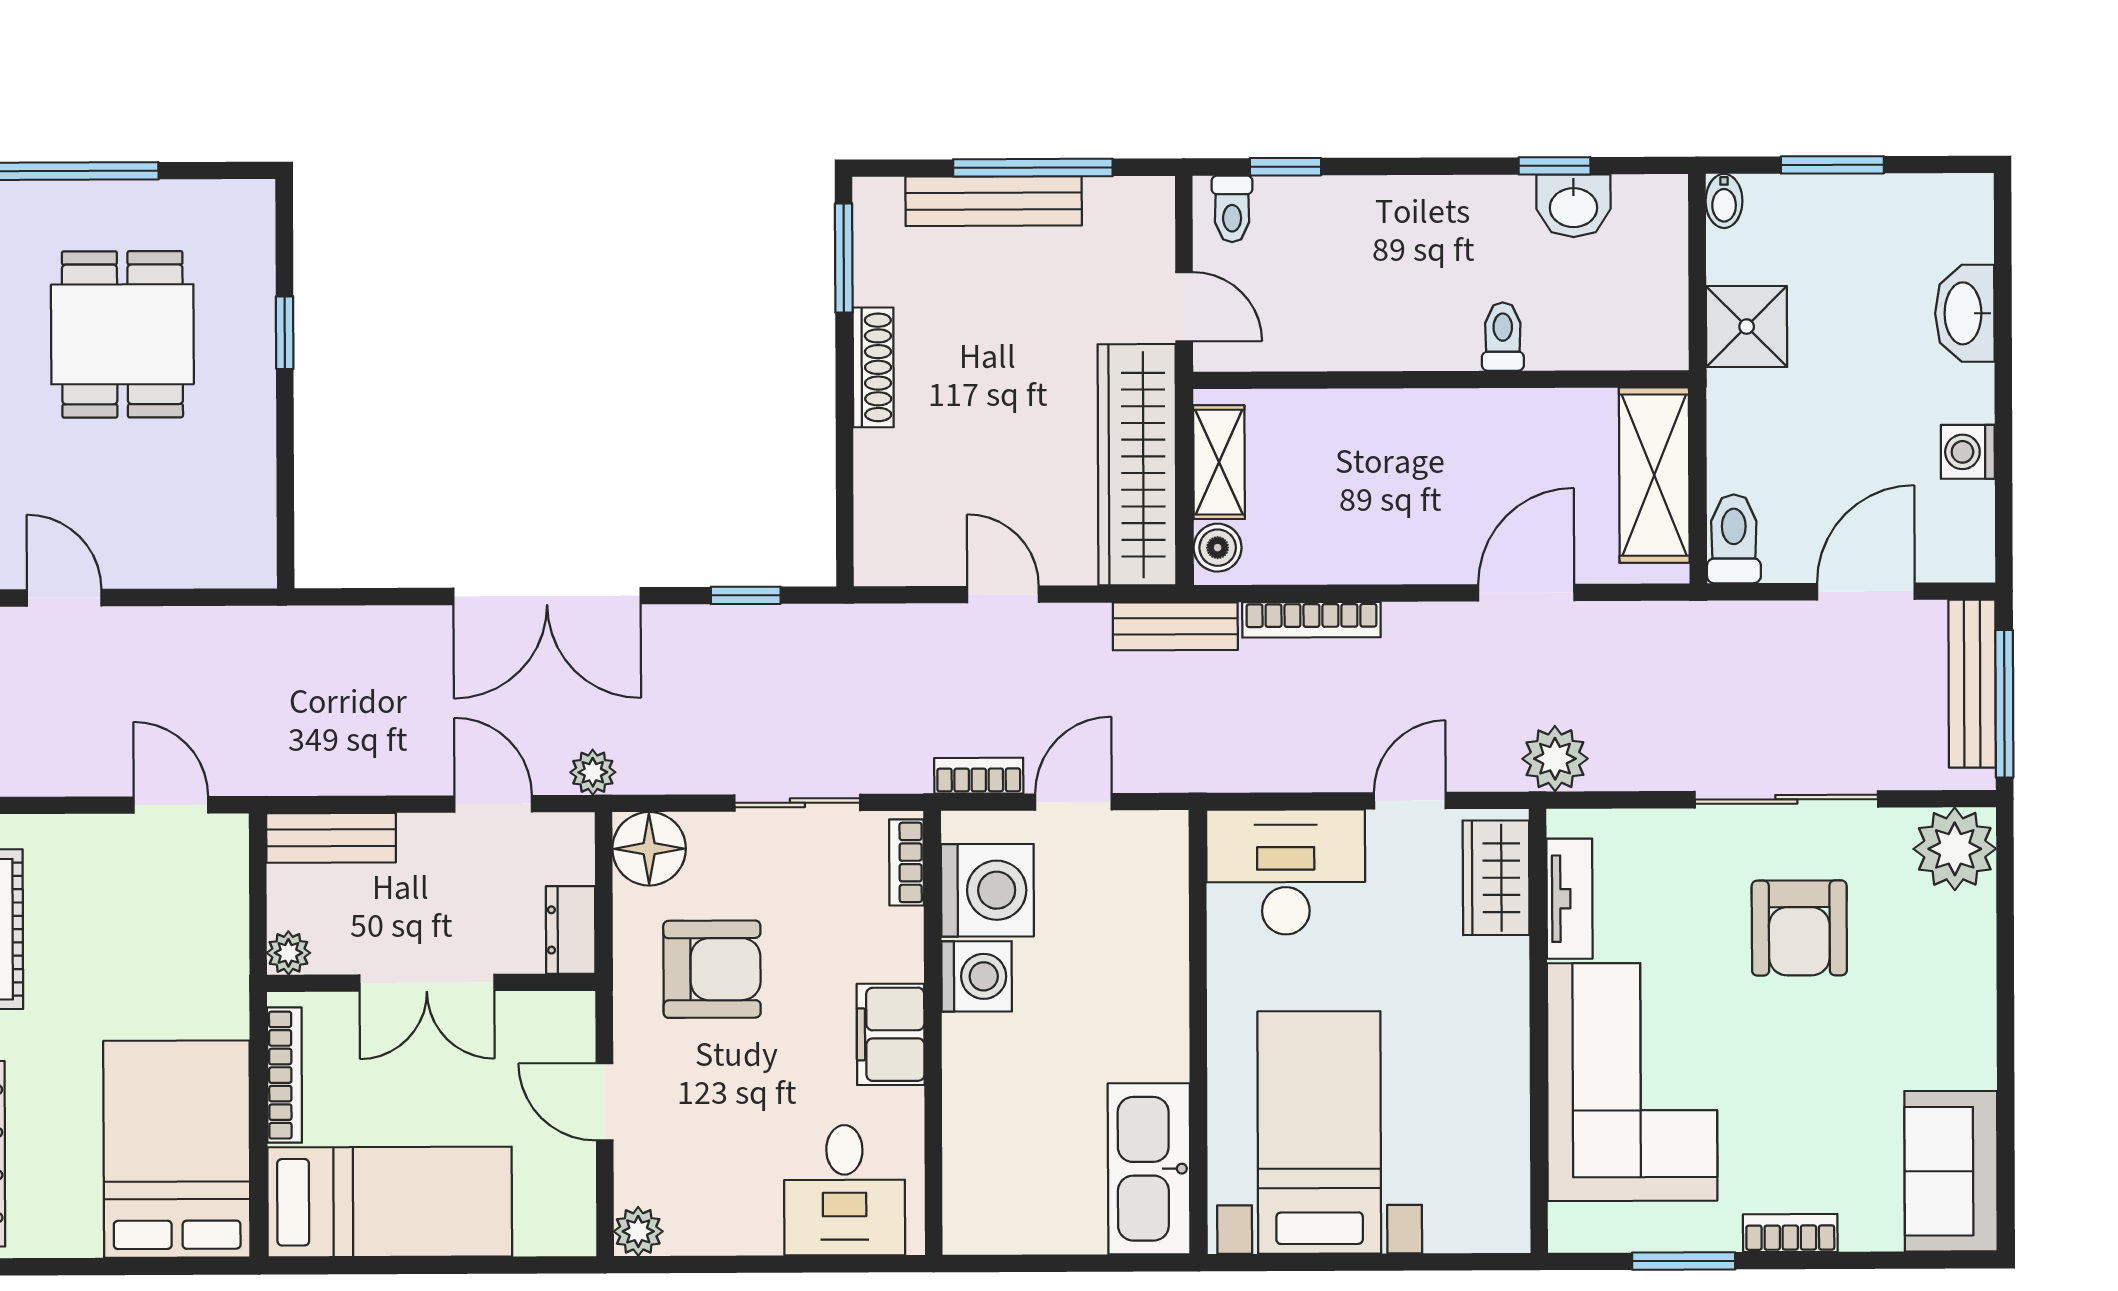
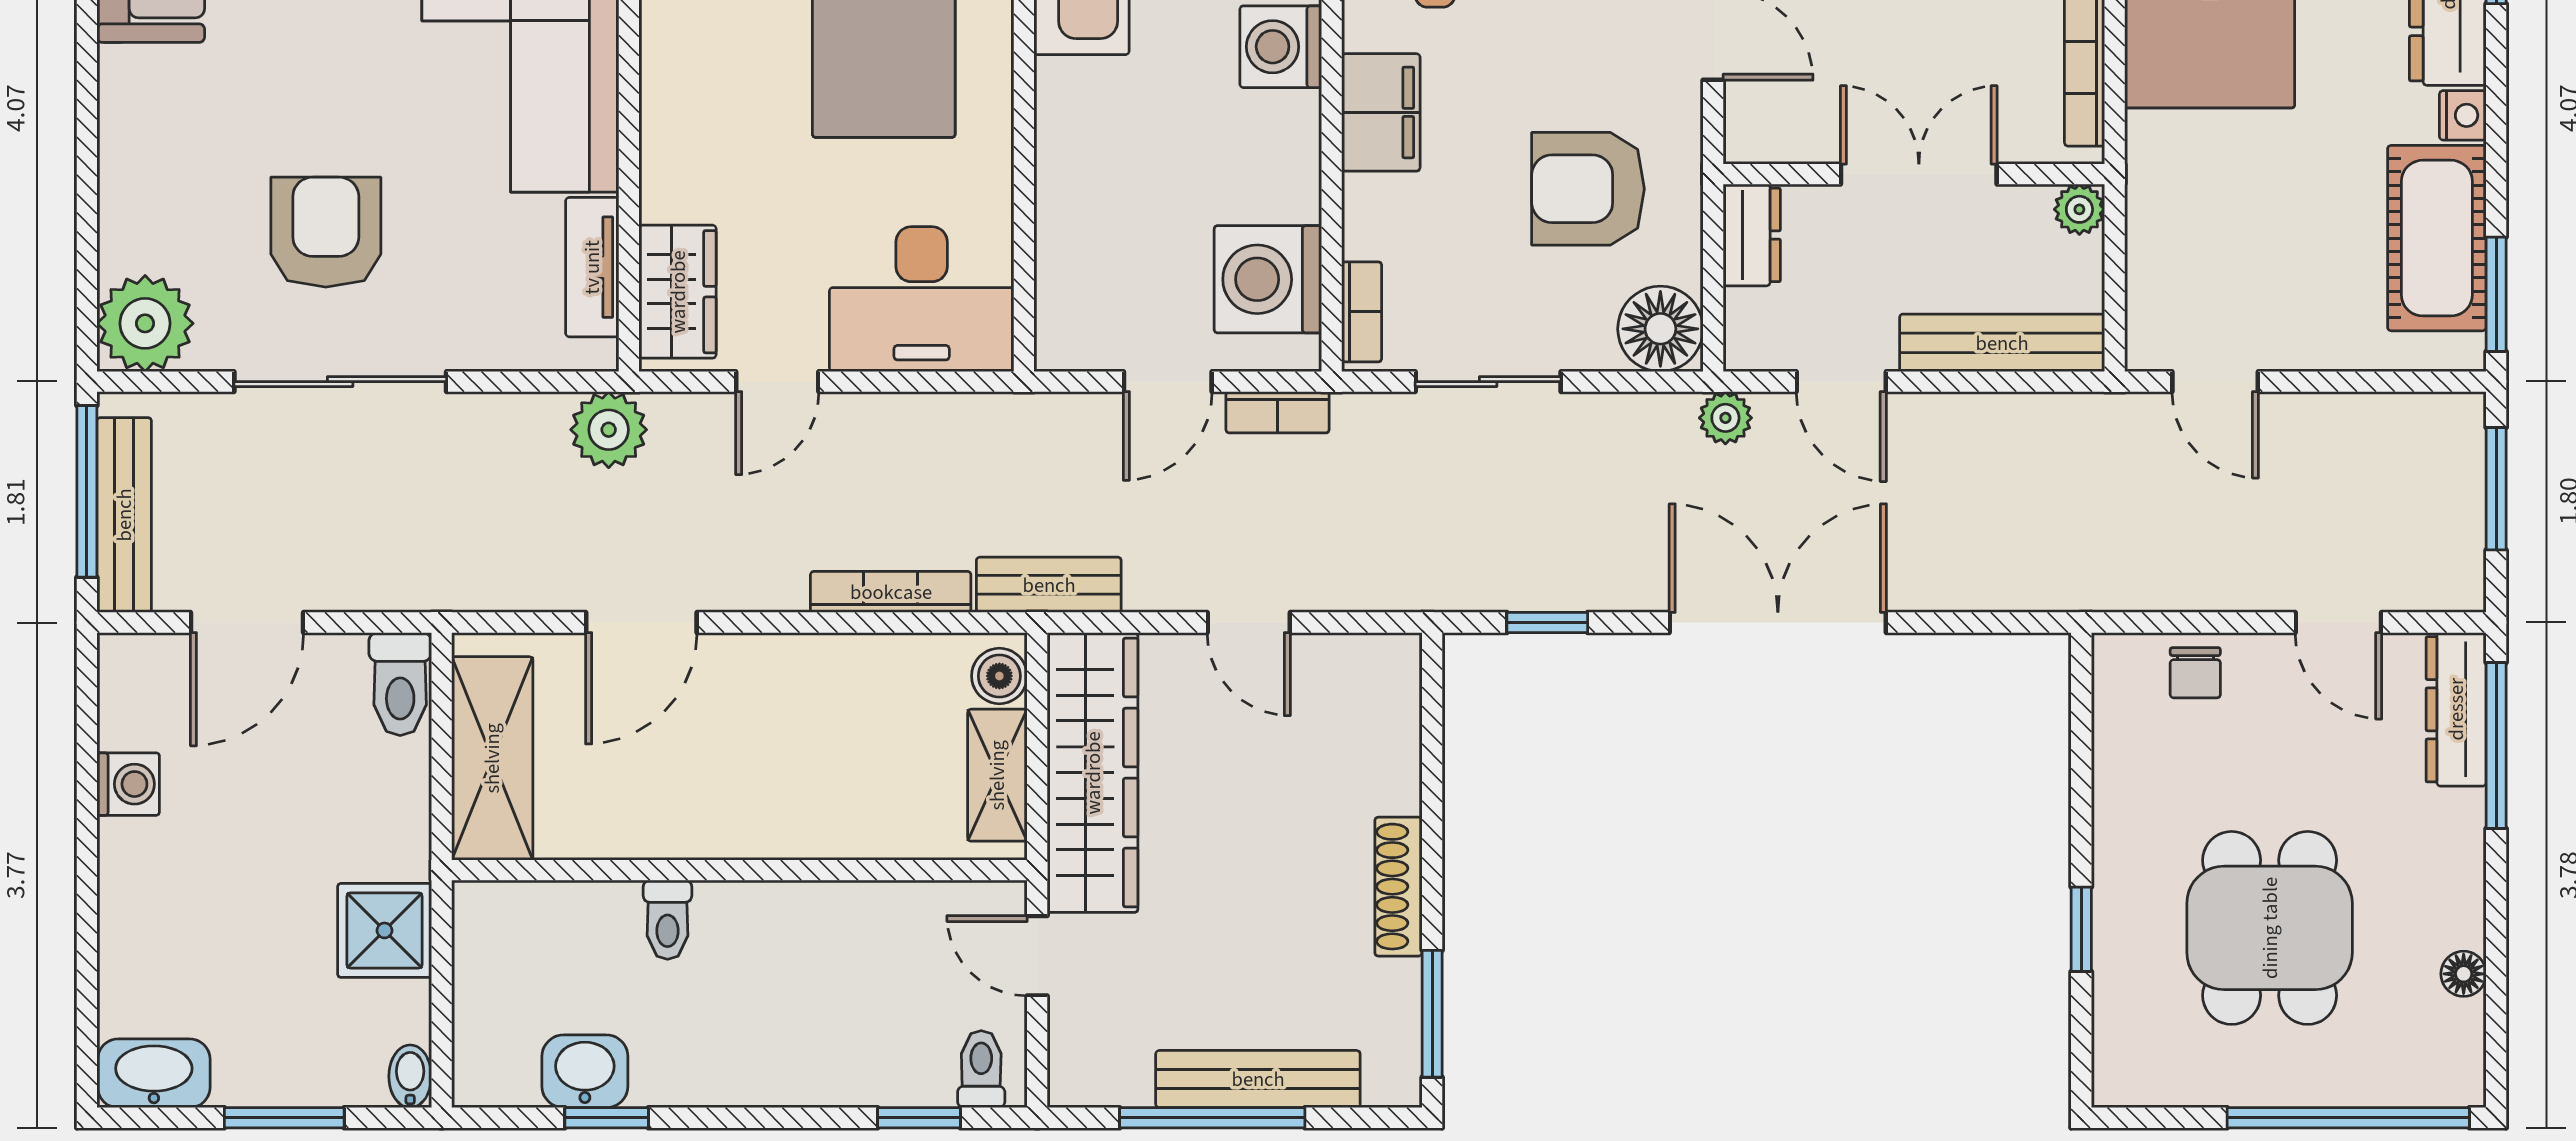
washbasin: (1965, 313) -> (154, 1073), moved, turned -90
chair: (187, 554) -> (2195, 673), added
bench: (331, 838) -> (2002, 343), width x1.36
washing machine: (977, 976) -> (1281, 47), moved

